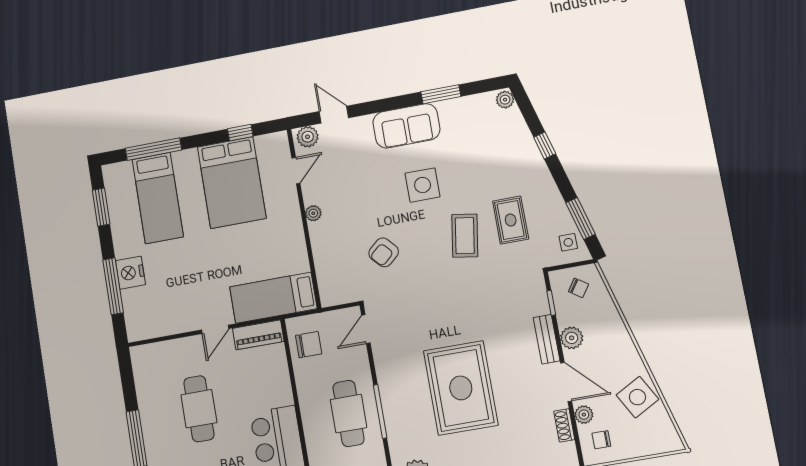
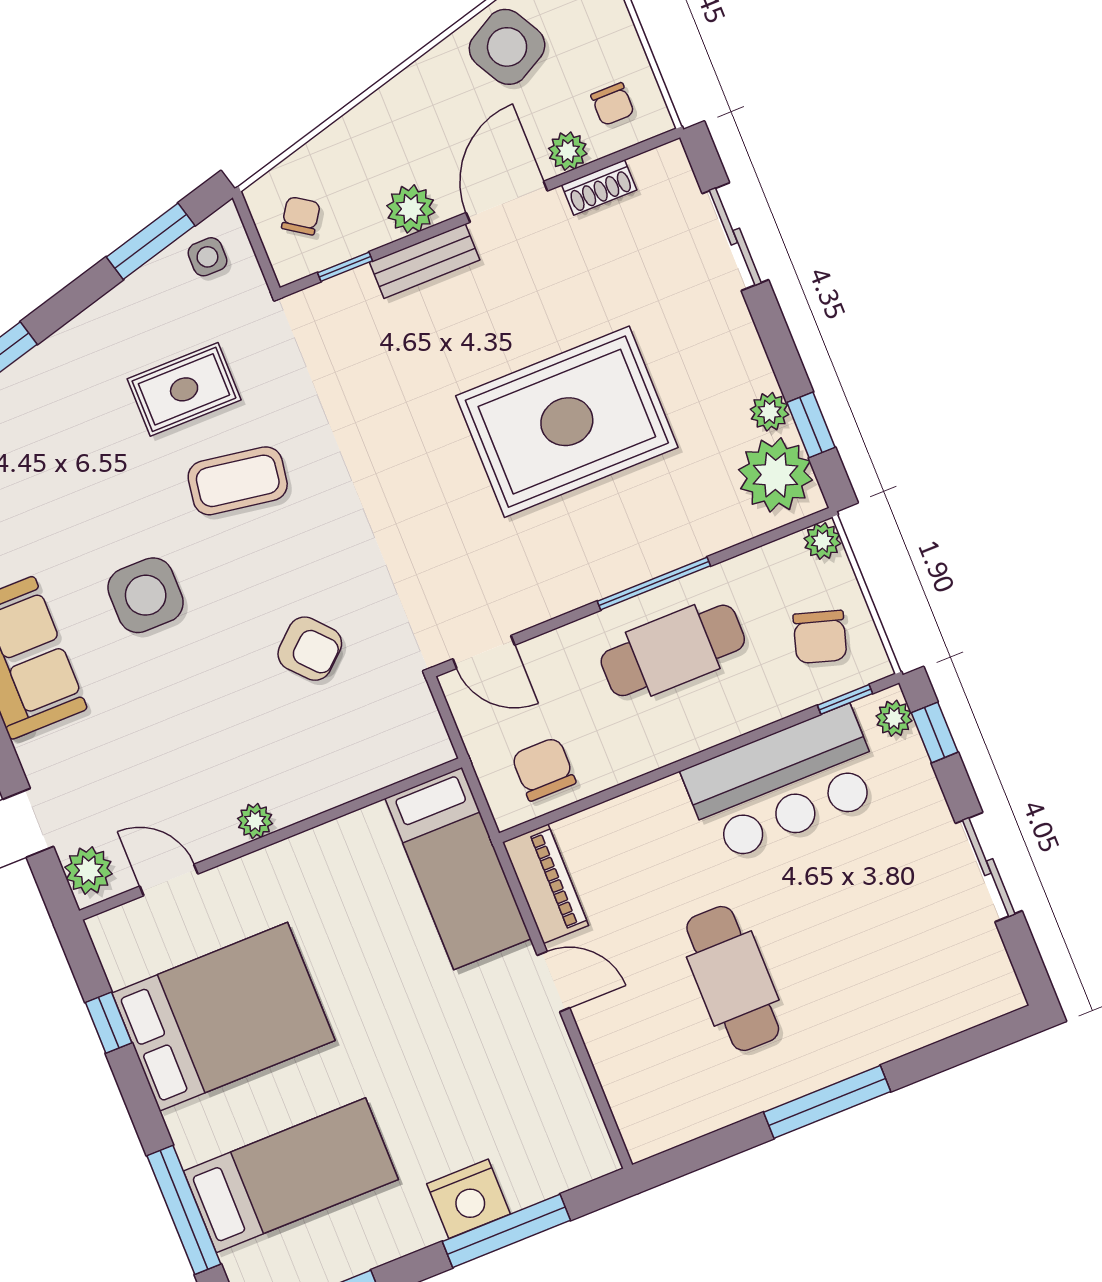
cafe table: (199, 409) -> (733, 978), turned 90

